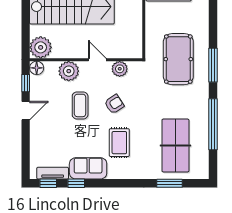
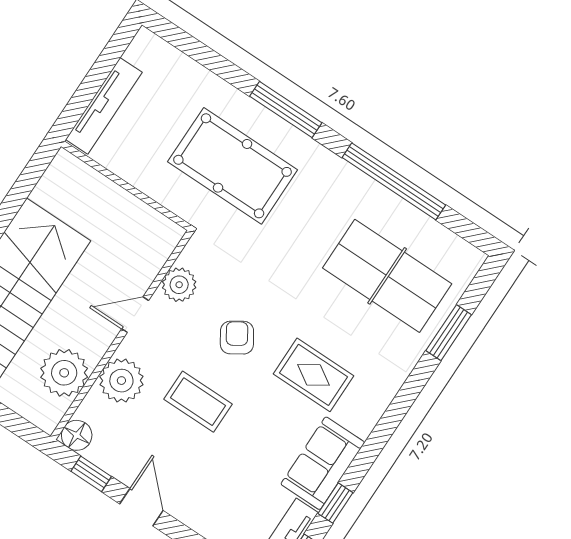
plant: (41, 47) -> (64, 373), moved

